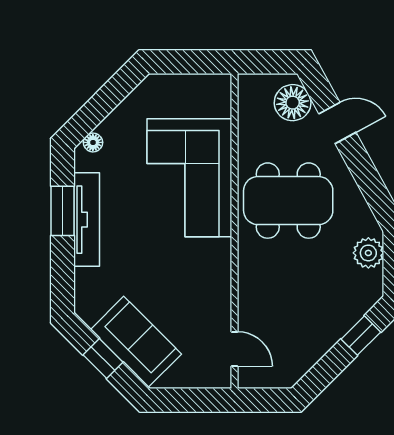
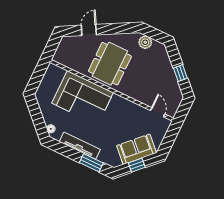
floor lamp: (293, 103) -> (73, 44), removed
window: (63, 211) -> (91, 163), moved
window: (361, 336) -> (180, 73), moved
door: (234, 349) -> (158, 112), hinge flipped

